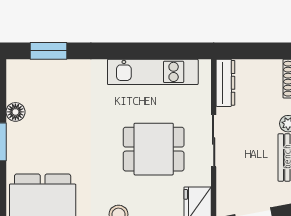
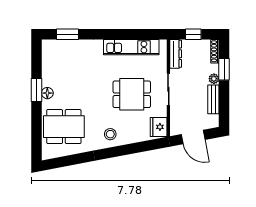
window: (254, 51) -> (193, 34), added
floor lamp: (15, 112) -> (47, 93), moved

